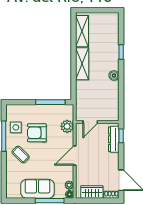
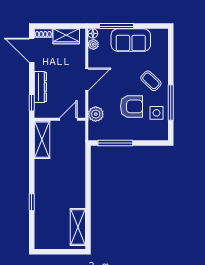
shelving: (82, 64) -> (42, 140), moved
boiler: (114, 75) -> (40, 174), removed
dresser: (114, 139) -> (40, 87), moved

